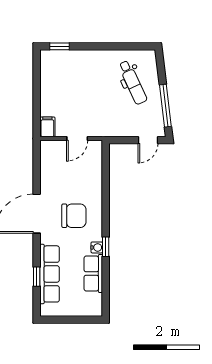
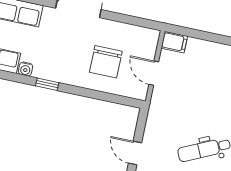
chair: (74, 216) -> (106, 62), moved
window: (106, 247) -> (47, 84), moved

